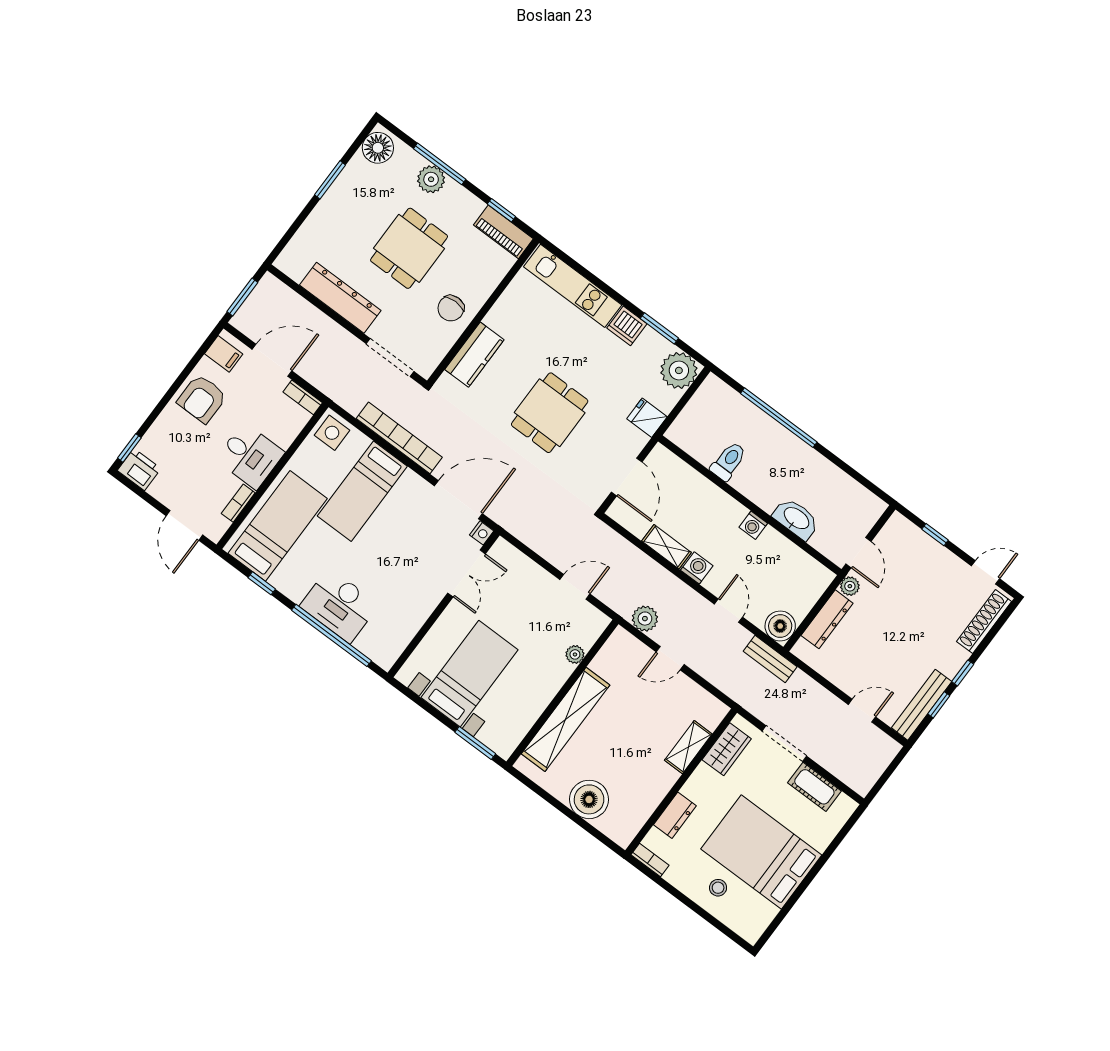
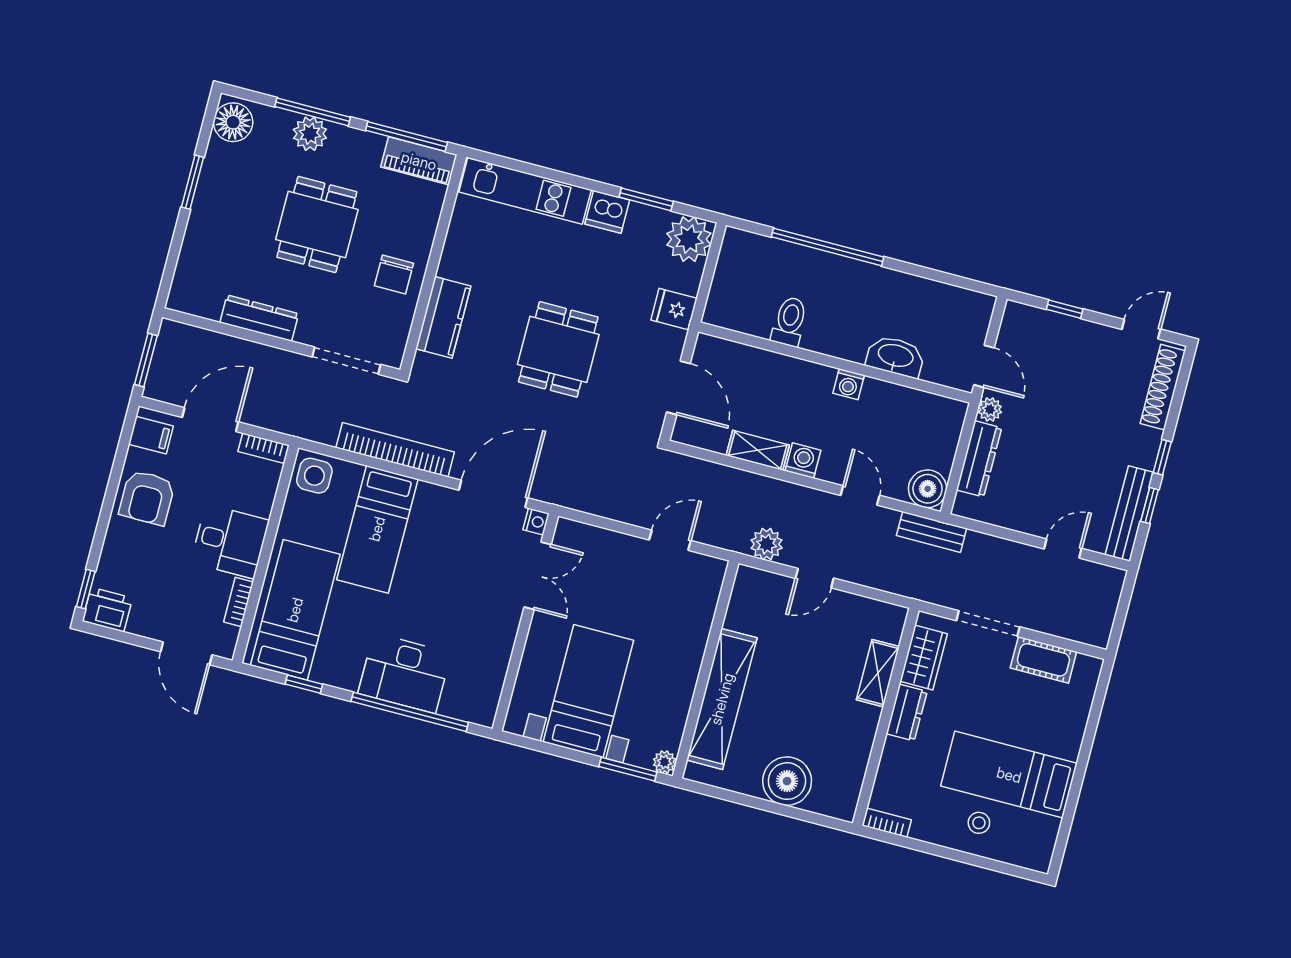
window: (501, 210) -> (406, 136), width x2.17
dresser: (340, 298) -> (259, 318), width x0.73, depth x0.80
plant: (575, 654) -> (665, 762), moved
dresser: (675, 815) -> (907, 713), moved
bed: (761, 852) -> (1009, 775), width x0.67

